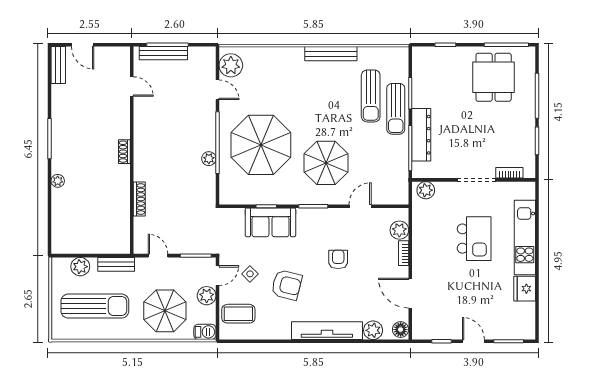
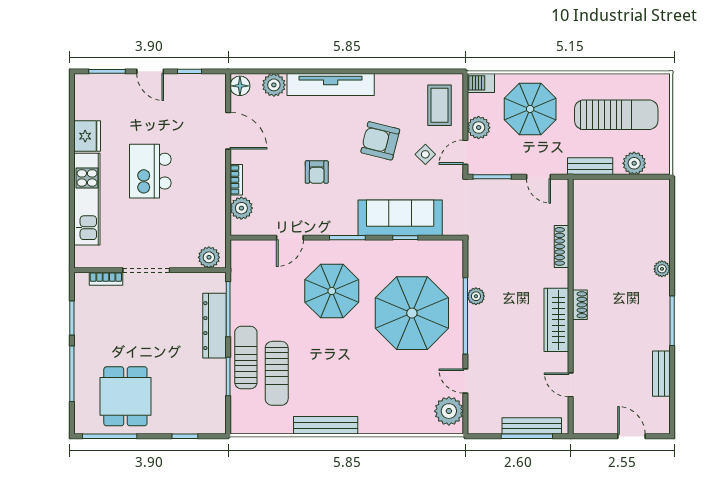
bench: (58, 65) -> (661, 374), moved
sun lounger: (371, 96) -> (277, 373), turned 180
wardrobe: (143, 139) -> (556, 320), added
sofa: (270, 222) -> (400, 218), width x1.36
kitchen island: (474, 239) -> (150, 171), moved
sun lounger: (95, 306) -> (616, 115), turned 180
coffee table: (238, 314) -> (440, 105), turned 90

